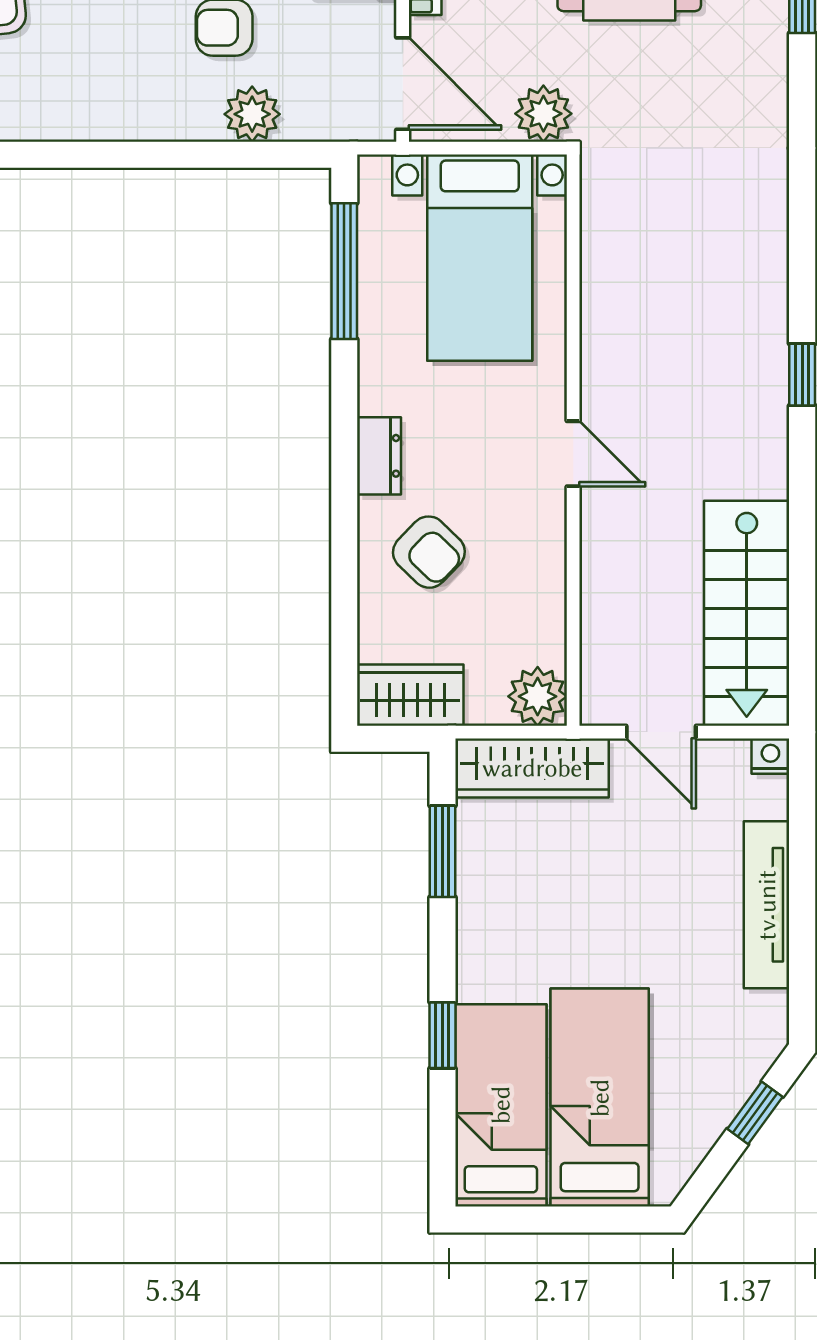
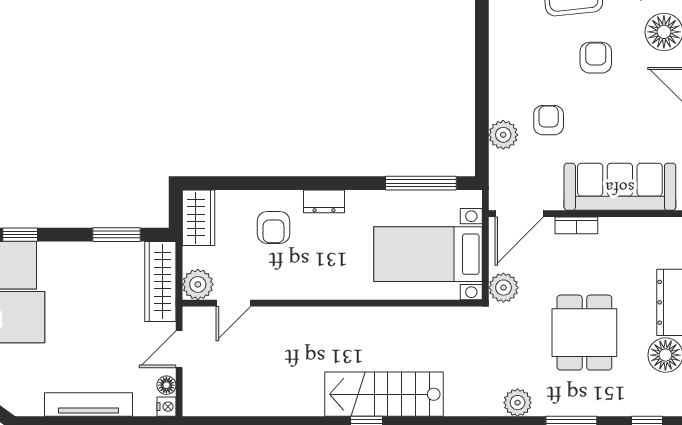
plant: (763, 87) -> (518, 403), added
door: (573, 454) -> (233, 303), moved
armchair: (429, 552) -> (274, 227), turned -44
stairs: (747, 613) -> (384, 394), moved
floor lamp: (730, 756) -> (166, 385), added

